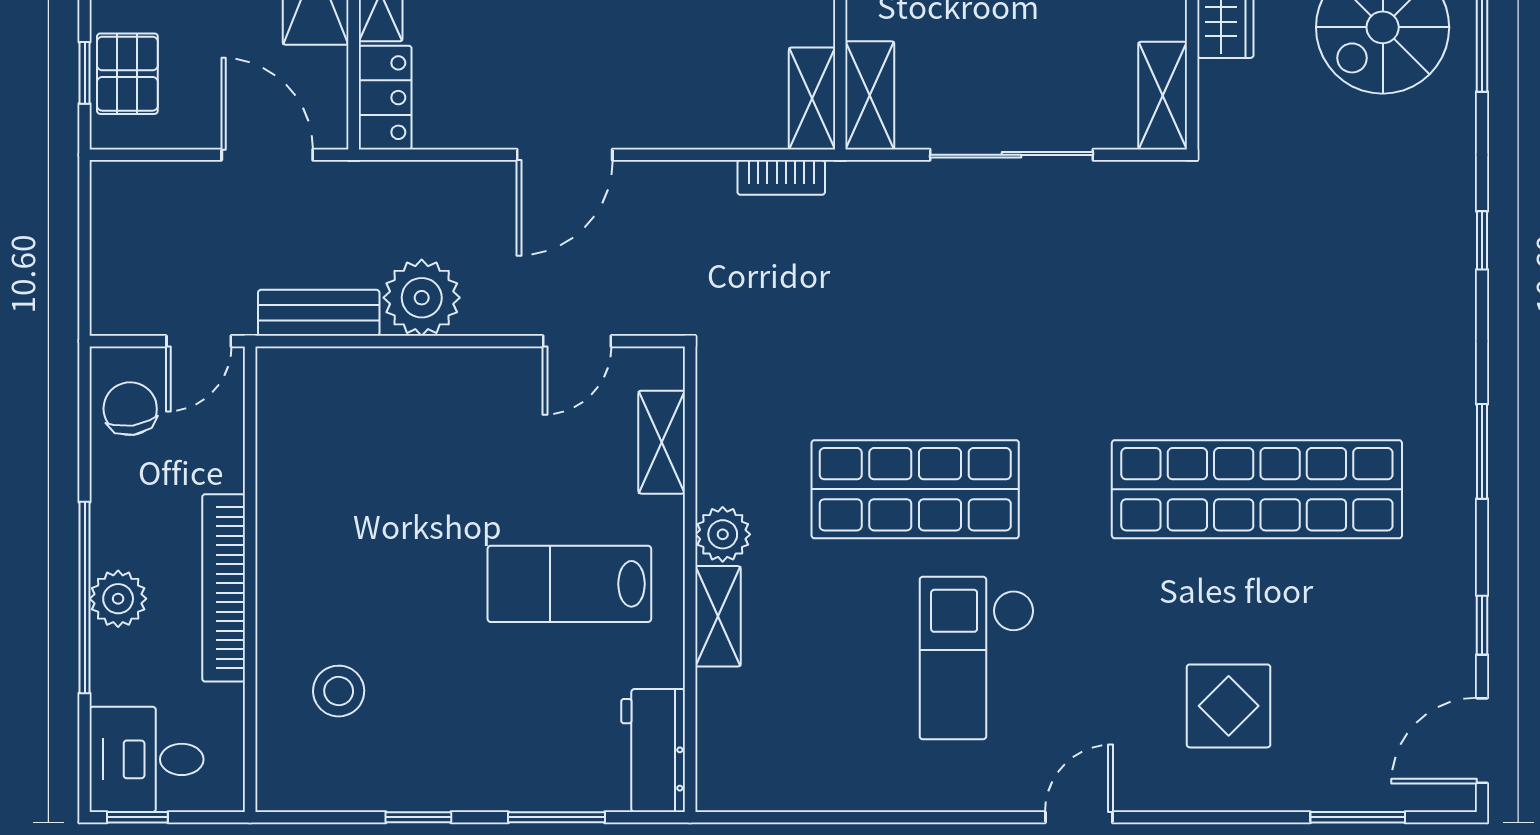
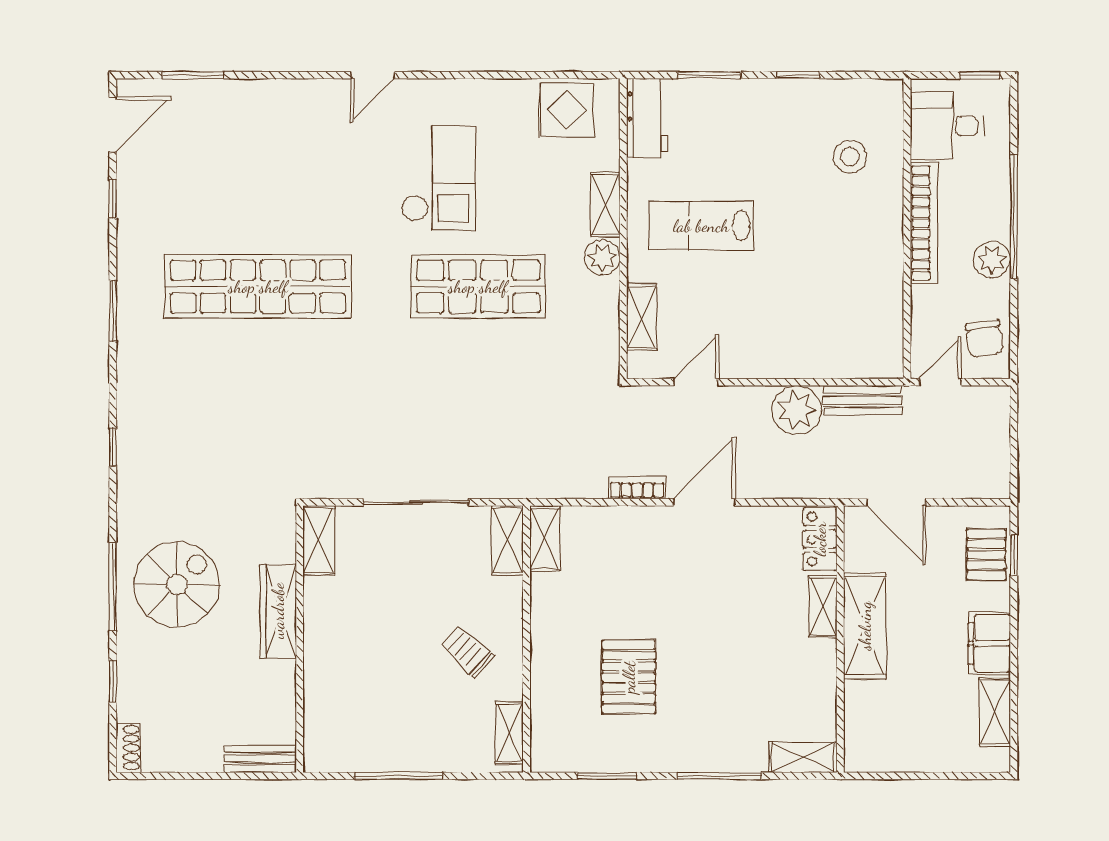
bookcase: (781, 177) -> (637, 488), moved
lab bench: (569, 584) -> (701, 226), turned 180
plant: (118, 599) -> (992, 260), moved
display table: (1229, 706) -> (567, 110), moved
desk: (147, 759) -> (947, 126), moved, turned 180

